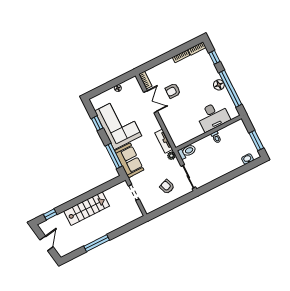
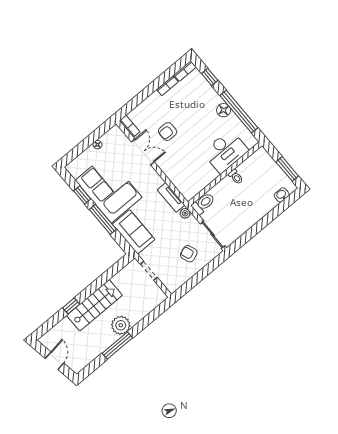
window: (114, 156) -> (103, 219), moved
window: (50, 214) -> (71, 306), moved
plant: (103, 228) -> (121, 325), added

